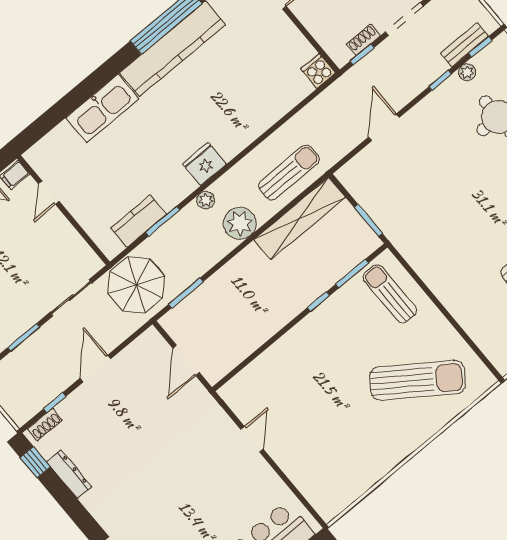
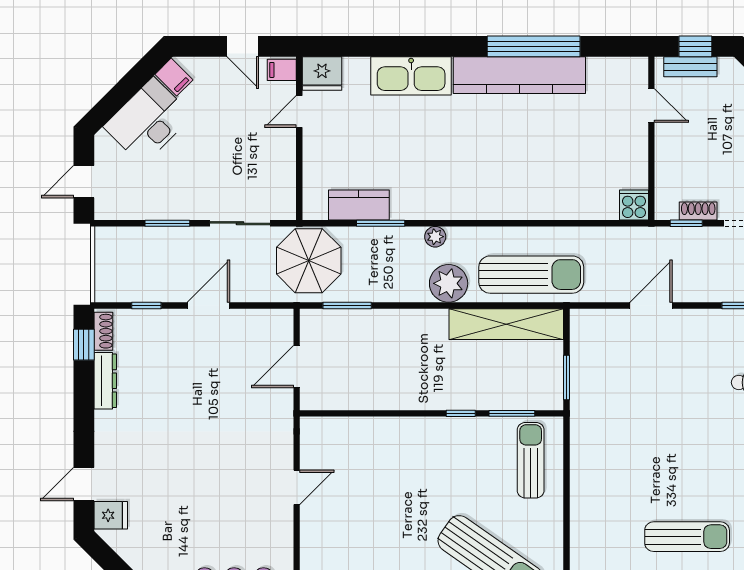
fridge: (204, 164) -> (322, 74), moved, turned 180
sun lounger: (289, 172) -> (531, 275), width x1.36, depth x1.34
shoe rack: (45, 424) -> (103, 331), moved, turned -90

